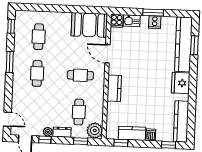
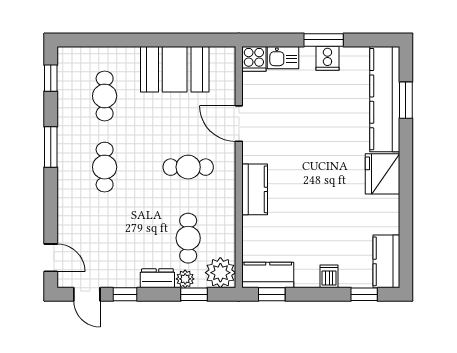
booth: (89, 25) -> (175, 69), moved
kitchen counter: (181, 121) -> (386, 261), width x0.67
plant: (48, 132) -> (185, 279), moved
kitchen counter: (132, 133) -> (268, 275), moved

